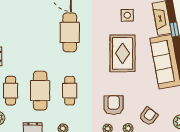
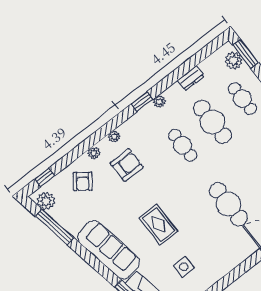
rug: (123, 53) -> (158, 224), width x0.73, depth x0.70
armchair: (114, 105) -> (127, 165), turned -90

